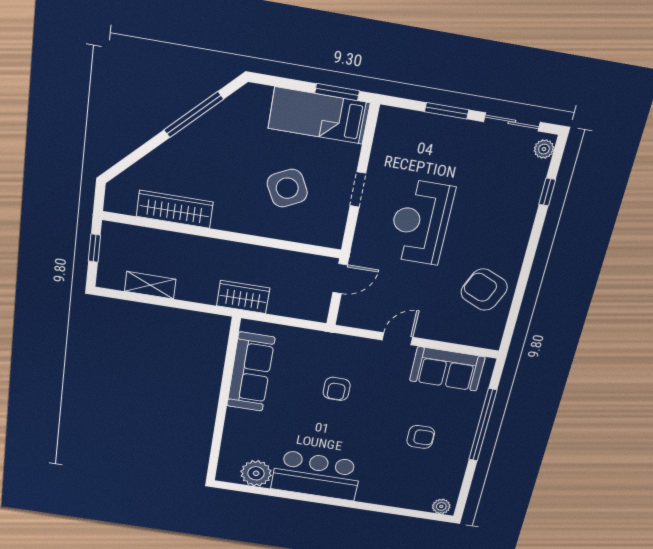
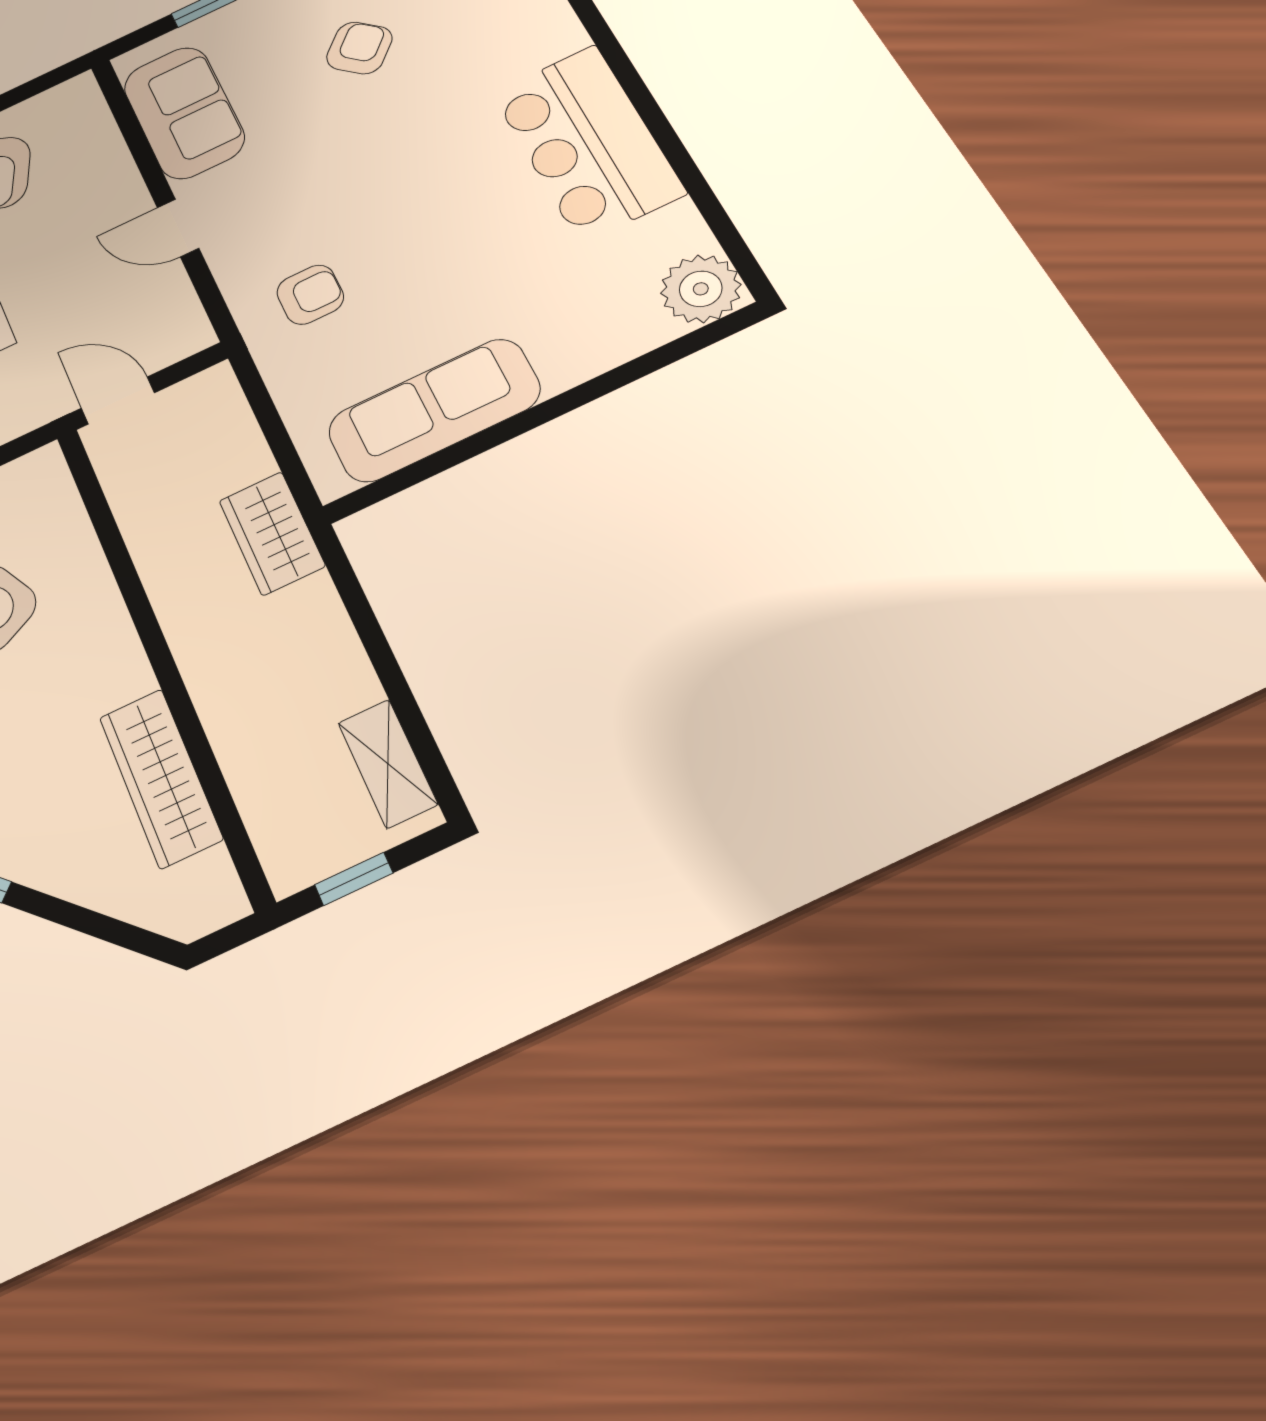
shelving: (150, 285) -> (388, 764), moved
armchair: (337, 389) -> (310, 295), moved
armchair: (421, 437) -> (359, 48), turned 44
plant: (256, 473) -> (701, 289), moved

